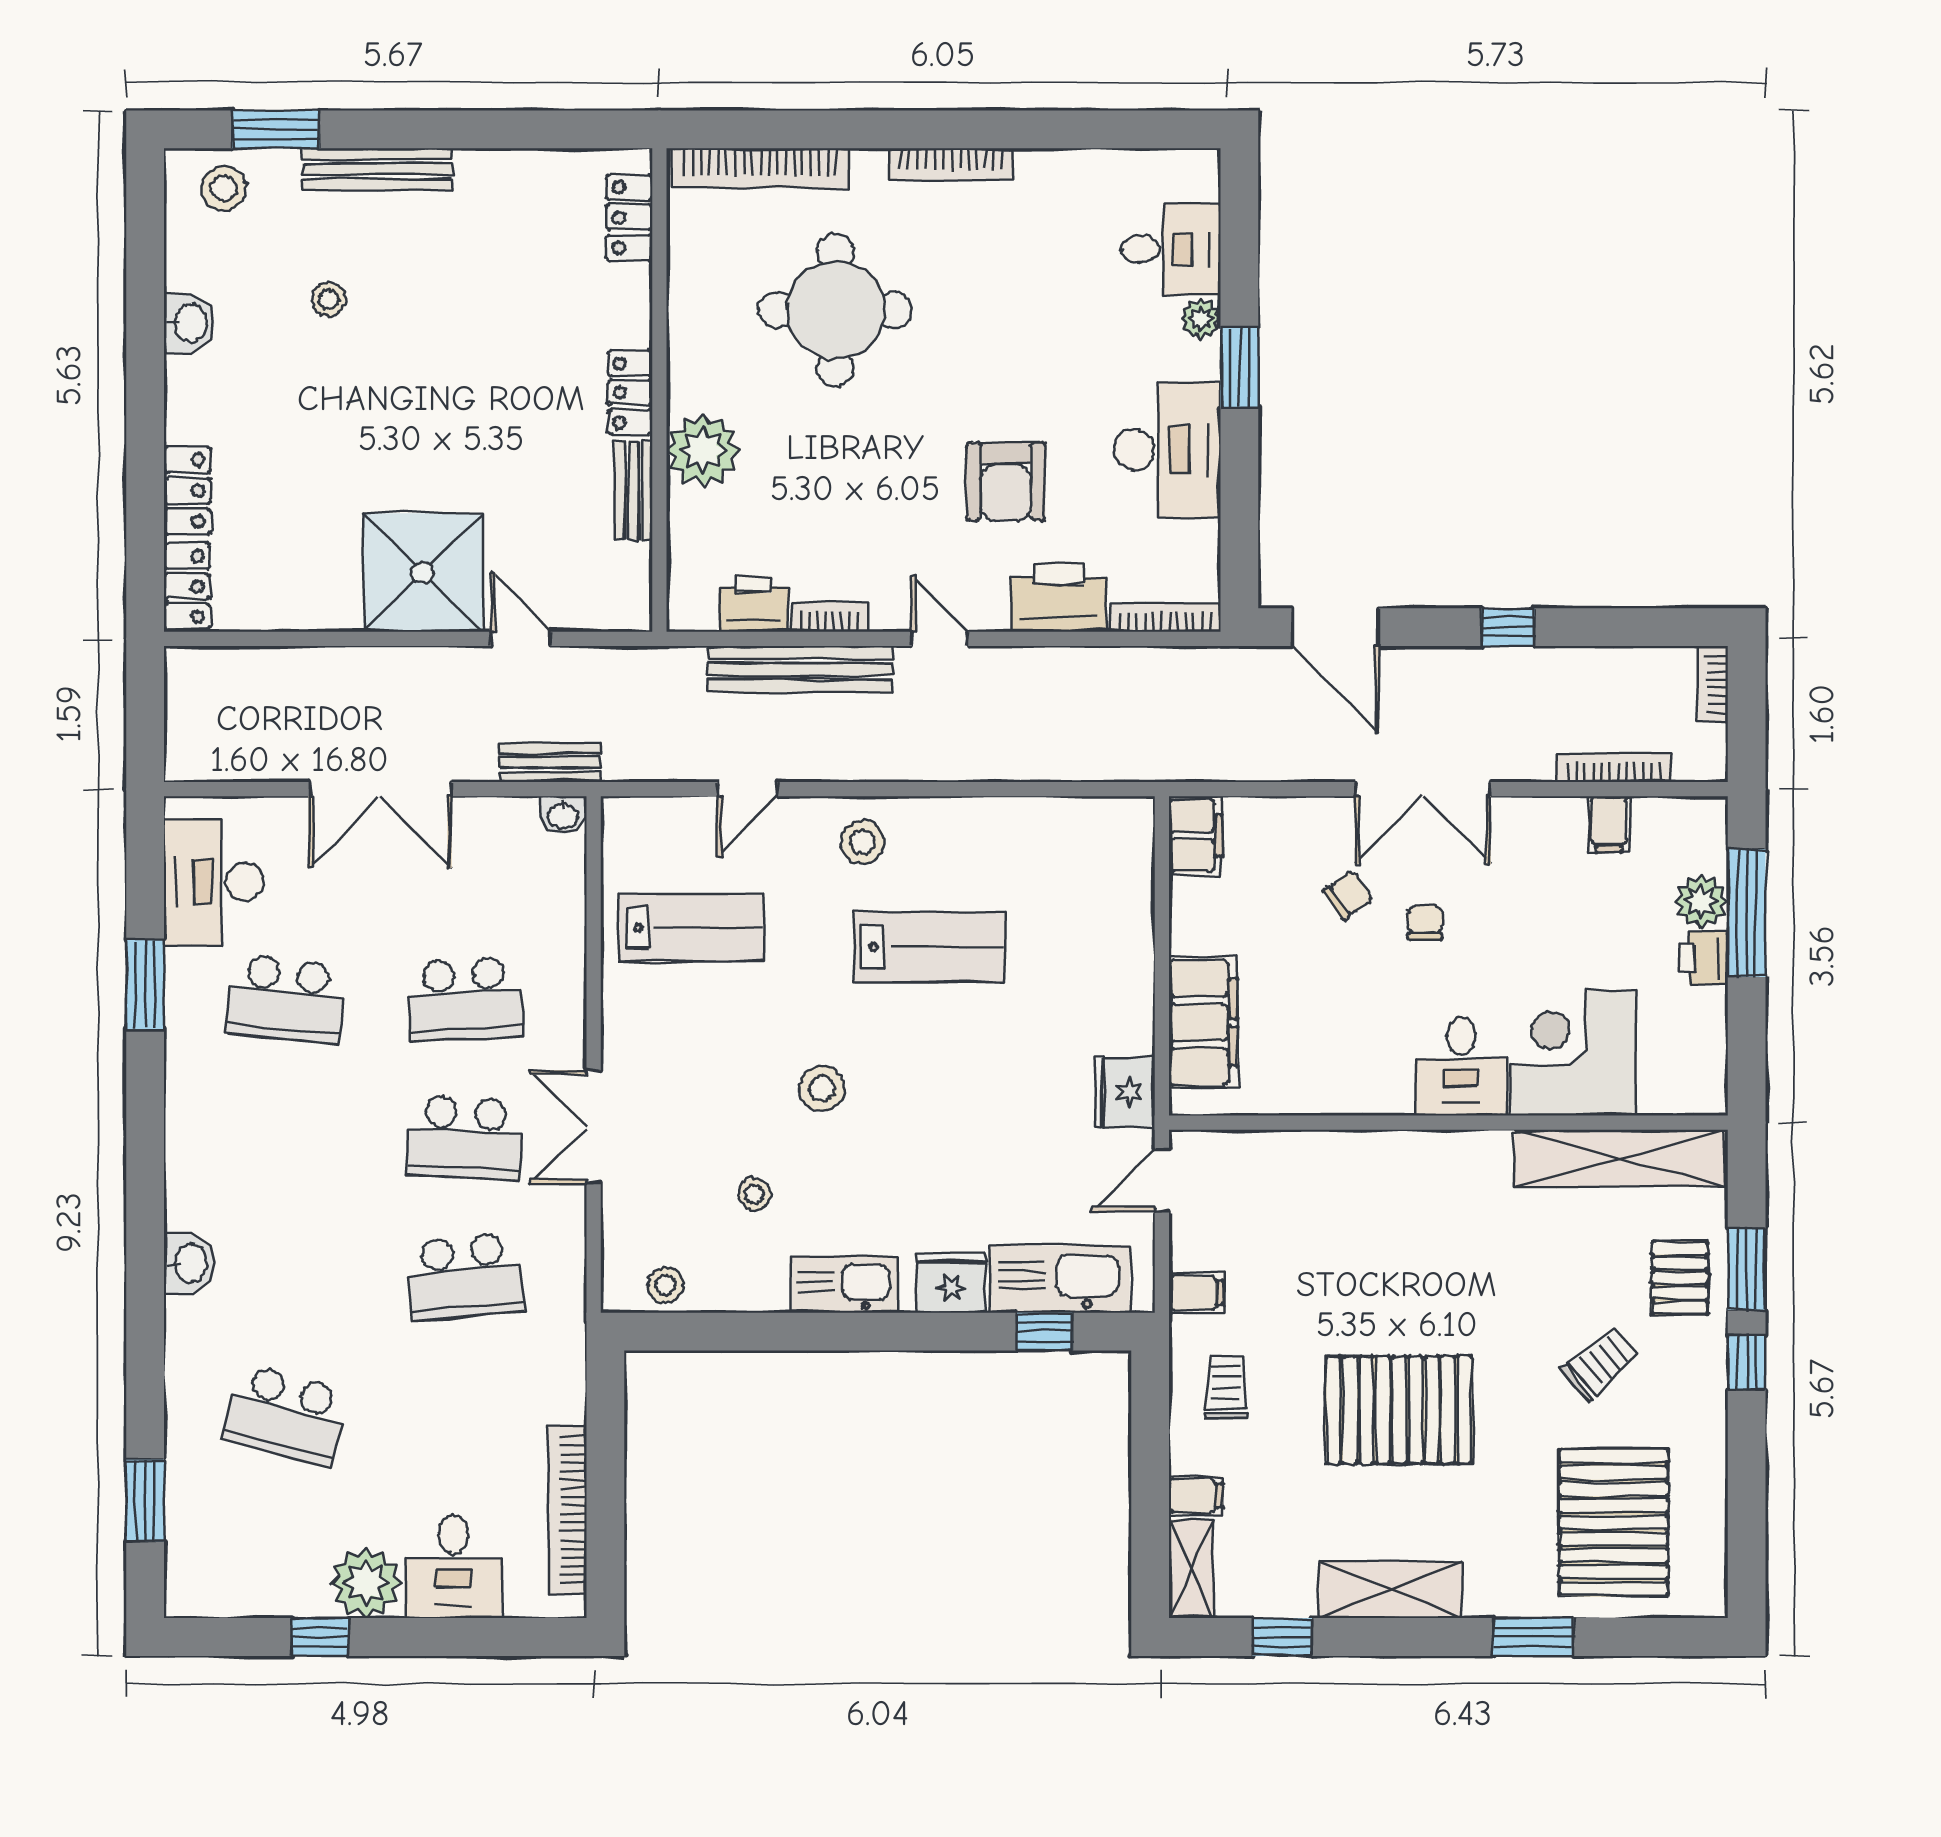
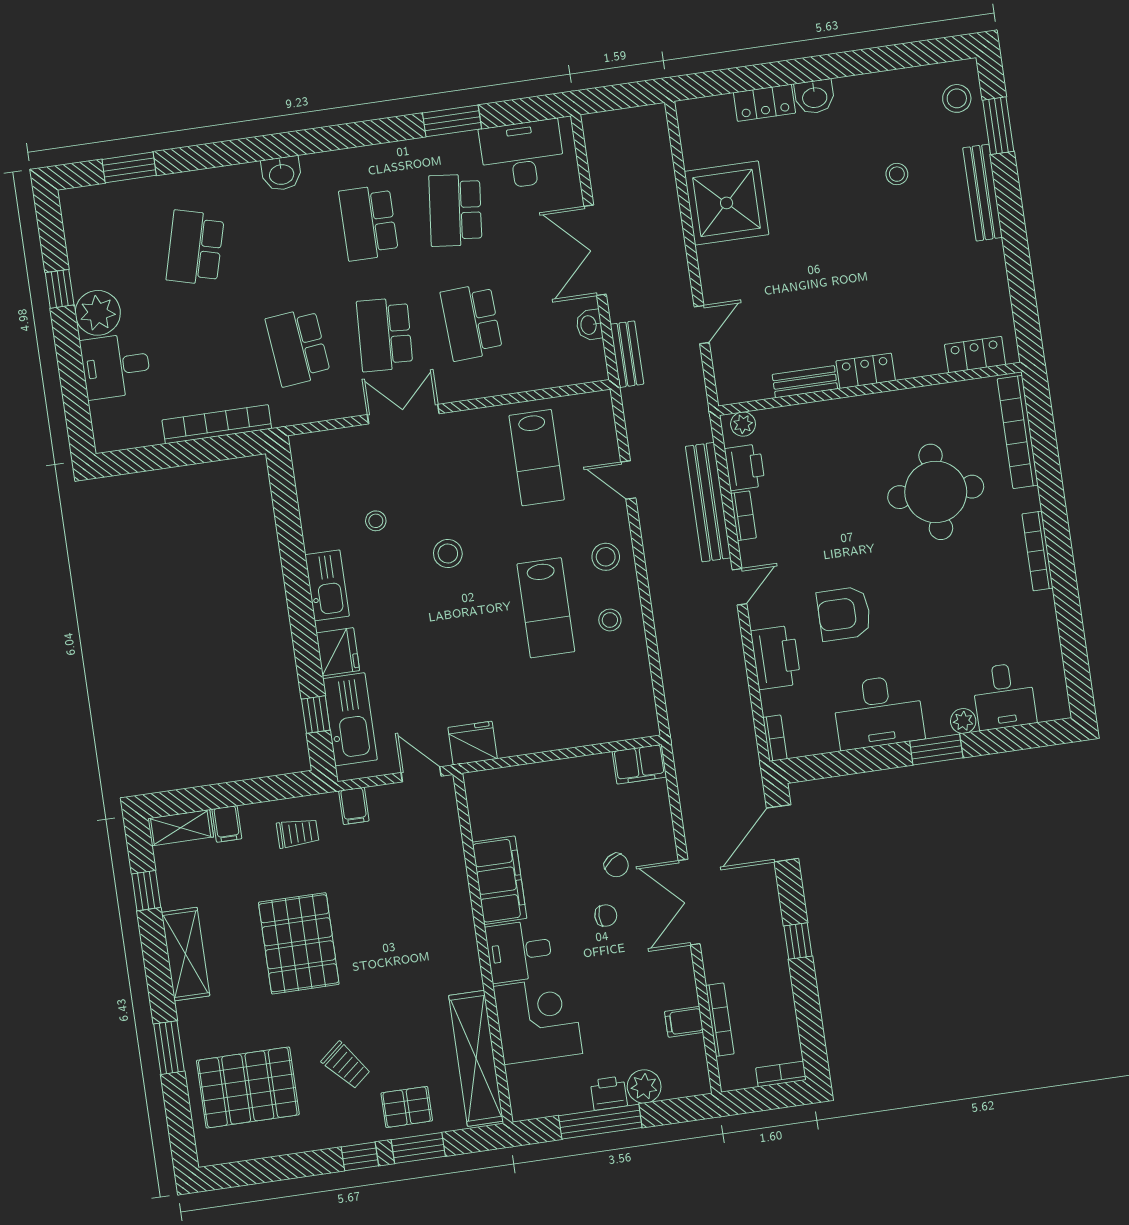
washbasin: (189, 323) -> (815, 97), moved
plant: (703, 450) -> (743, 424), moved, width x0.53, depth x0.53
shower: (423, 573) -> (727, 203), moved
locker: (187, 586) -> (705, 111), removed
bookcase: (1165, 618) -> (775, 738), width x0.64
washbasin: (563, 815) -> (589, 325), moved
window: (1747, 913) -> (600, 1122), moved
filing cabinet: (1203, 1023) -> (499, 880), moved, turned -90
school desk: (286, 1138) -> (369, 223), added
stool: (666, 1285) -> (610, 620), moved
bookcase: (567, 1510) -> (217, 424), moved

